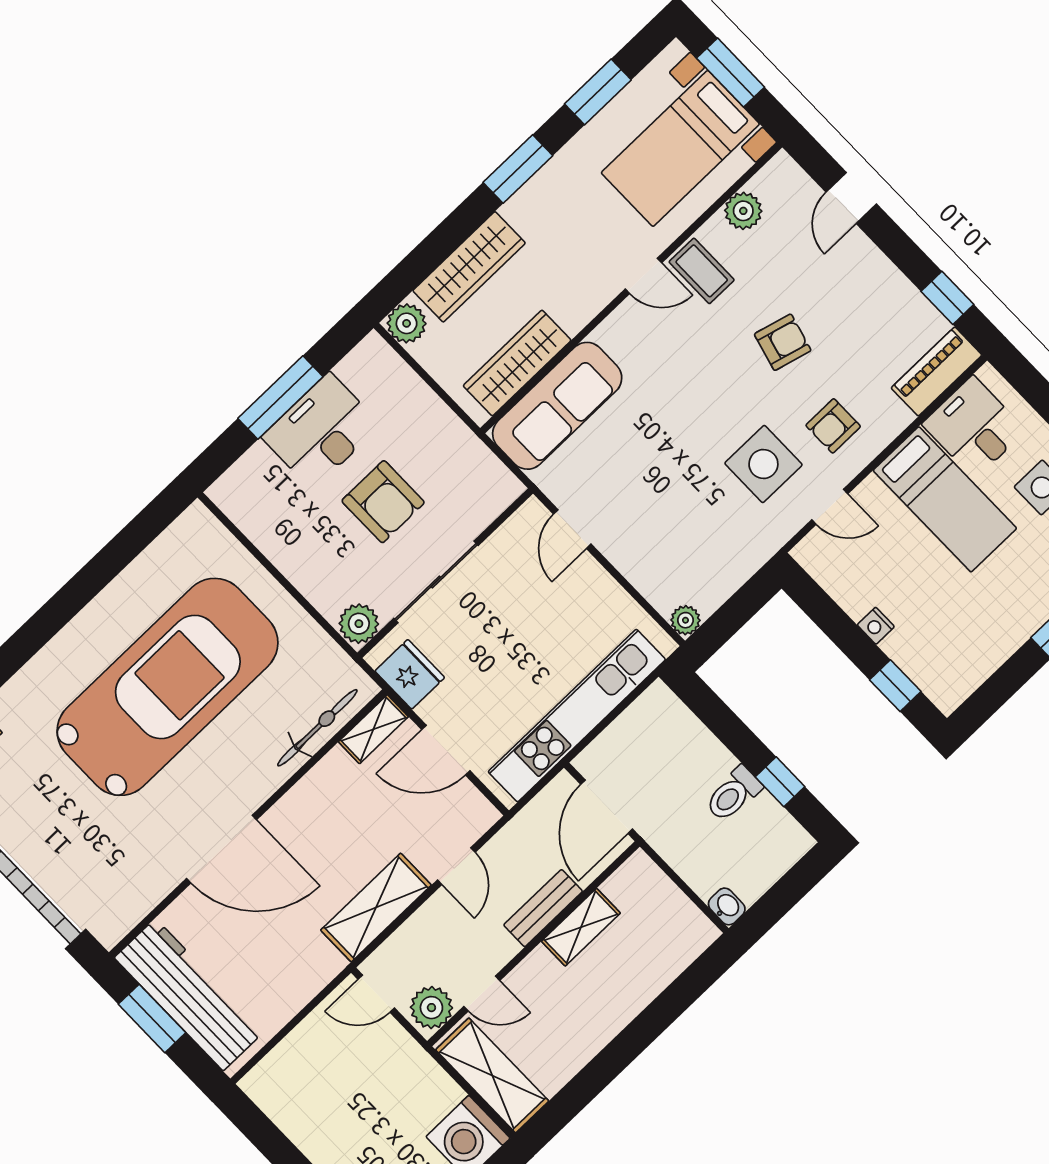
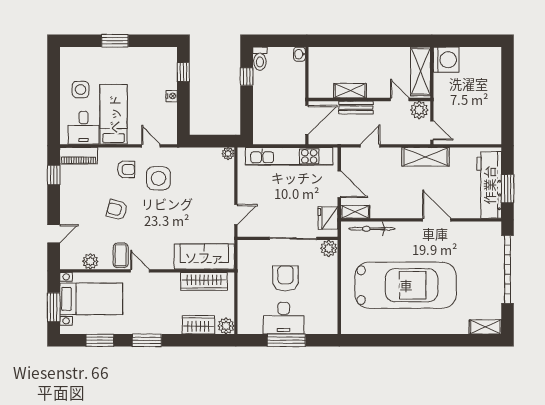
wardrobe: (469, 267) -> (198, 325), width x0.67
car: (168, 687) -> (406, 285), turned 180
toilet: (733, 794) -> (260, 59), moved, turned 90
door: (221, 849) -> (437, 220), width x0.73
shelving: (376, 908) -> (425, 157), moved

